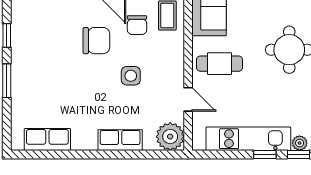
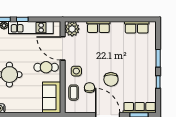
chair: (96, 41) -> (111, 79), turned -90
side table: (131, 76) -> (76, 71), moved
door: (188, 99) -> (63, 48), width x1.88

